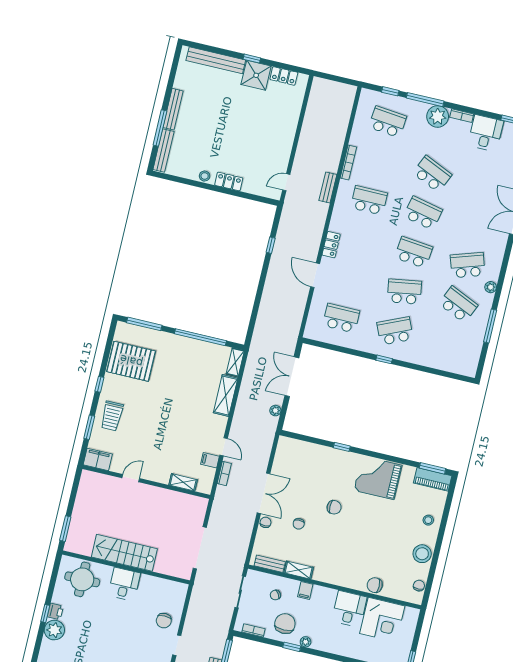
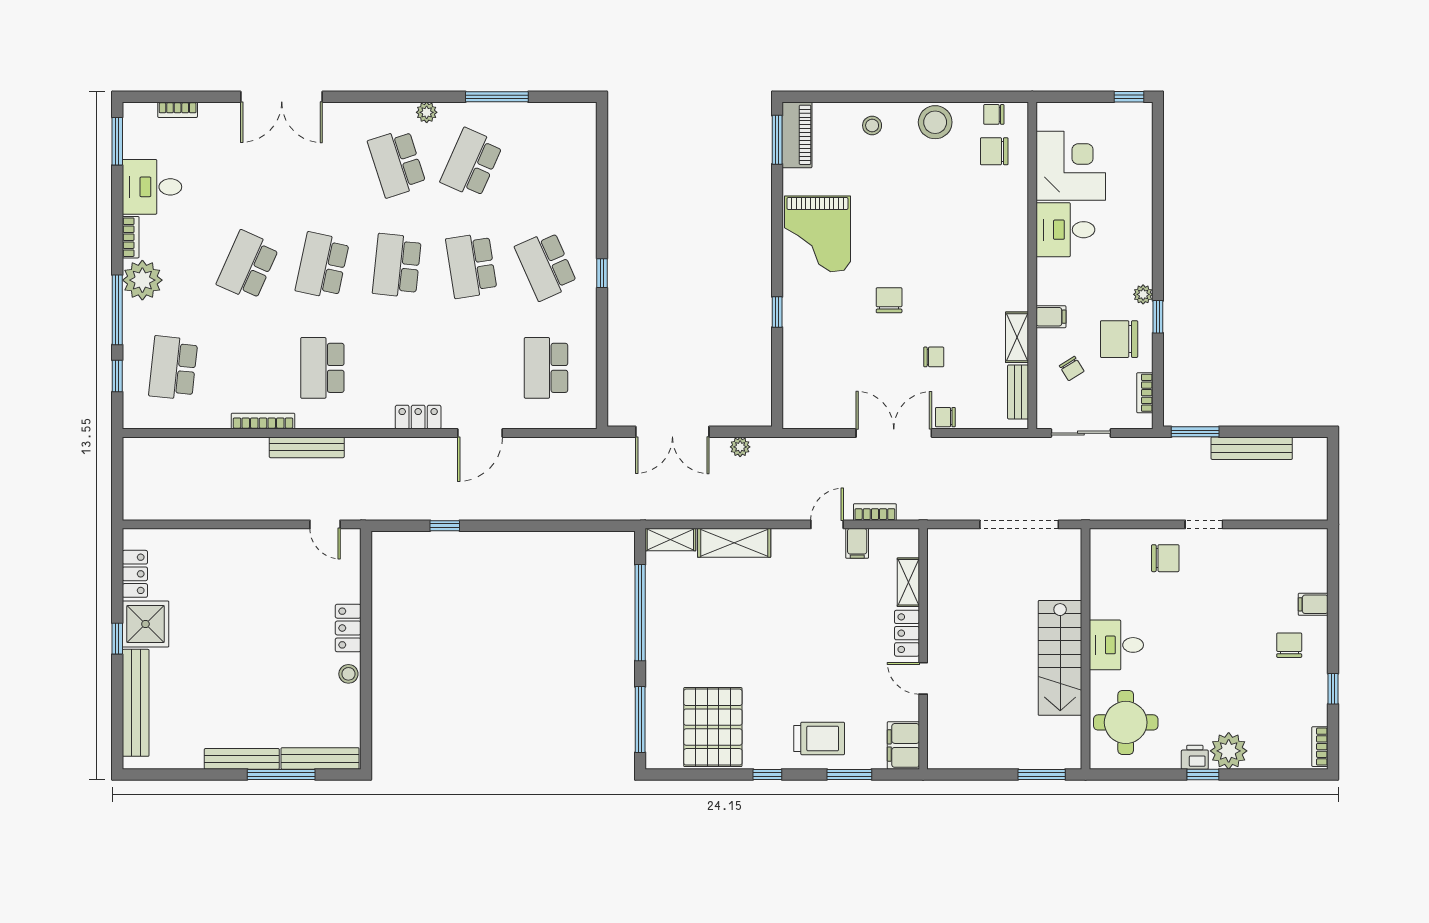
bench: (328, 188) -> (307, 447), width x1.36
locker: (156, 475) -> (907, 633), added
chair: (375, 585) -> (994, 151), moved, turned 90

